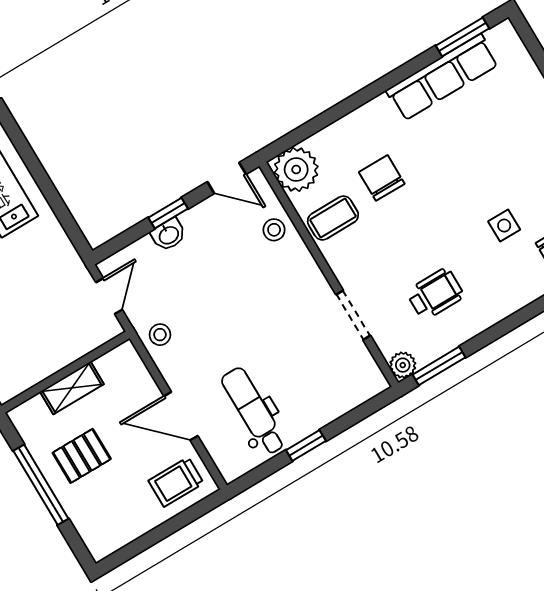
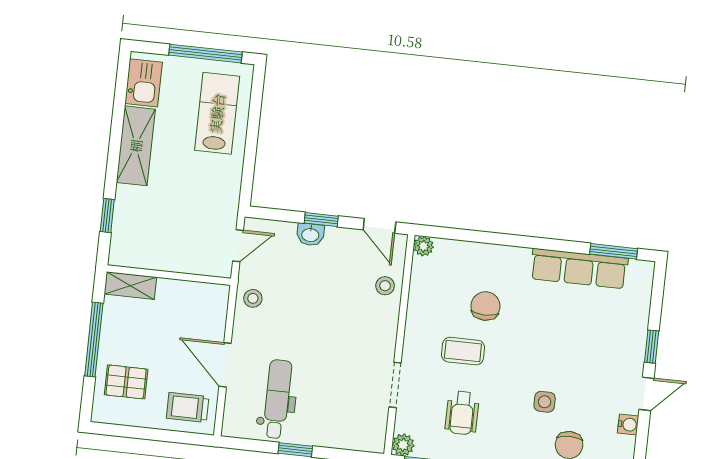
plant: (296, 169) -> (424, 246), width x0.53, depth x0.53
coffee table: (333, 218) -> (463, 351), moved
wheelchair: (435, 294) -> (462, 413), turned 90
shelving: (72, 388) -> (130, 286), moved
pallet: (82, 456) -> (126, 382), moved

